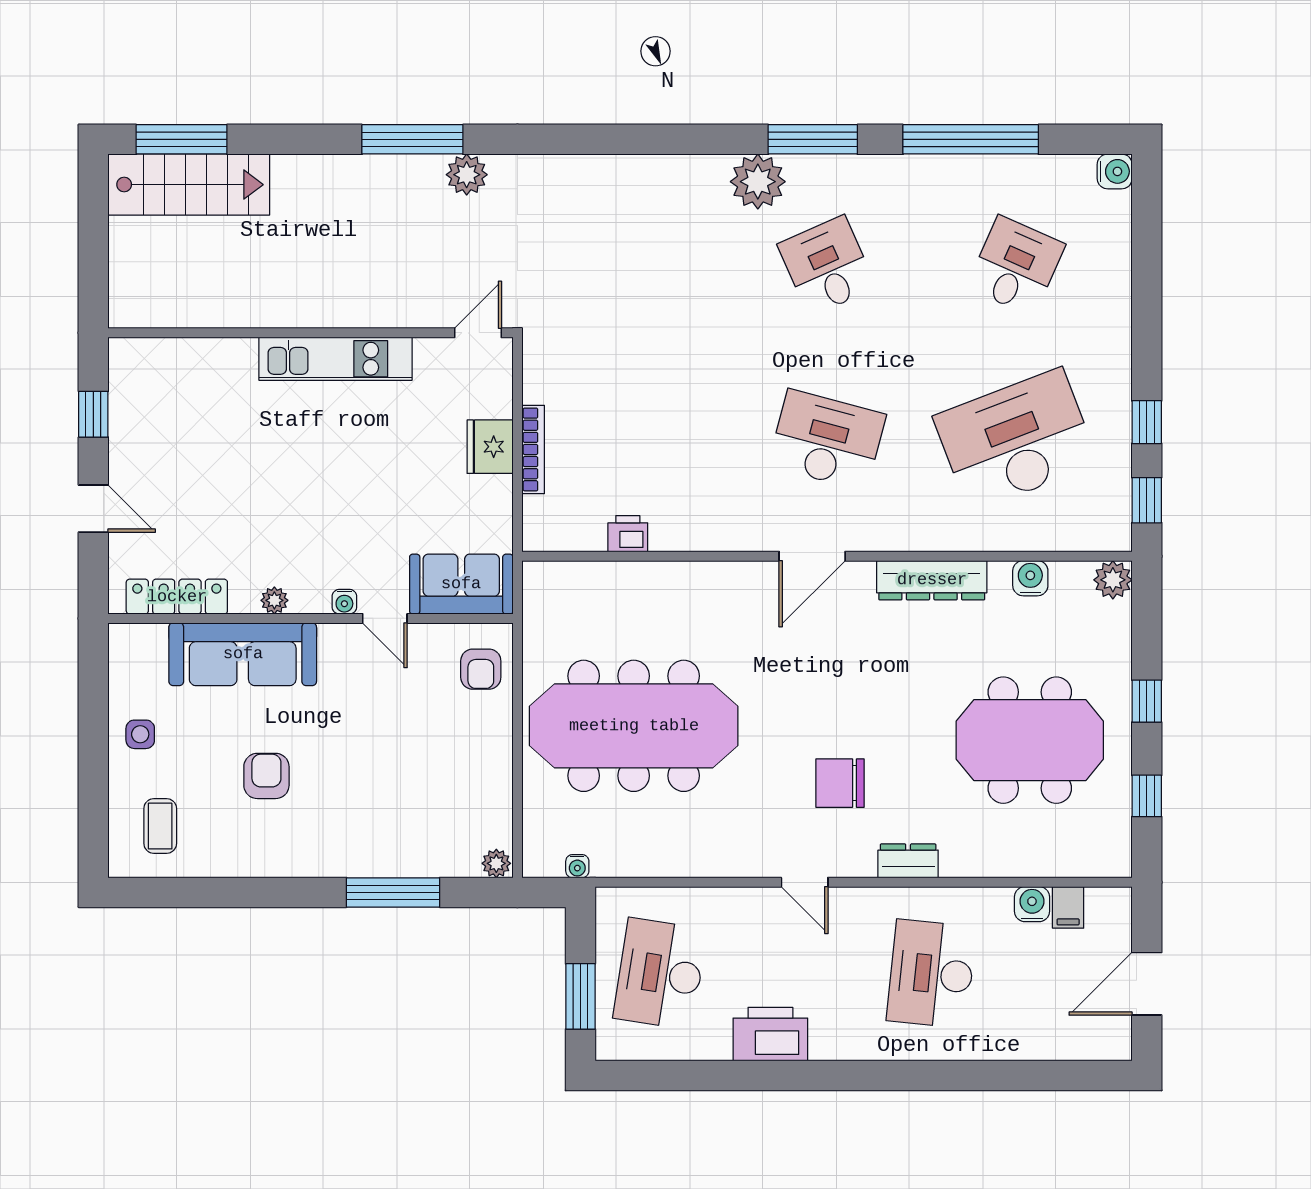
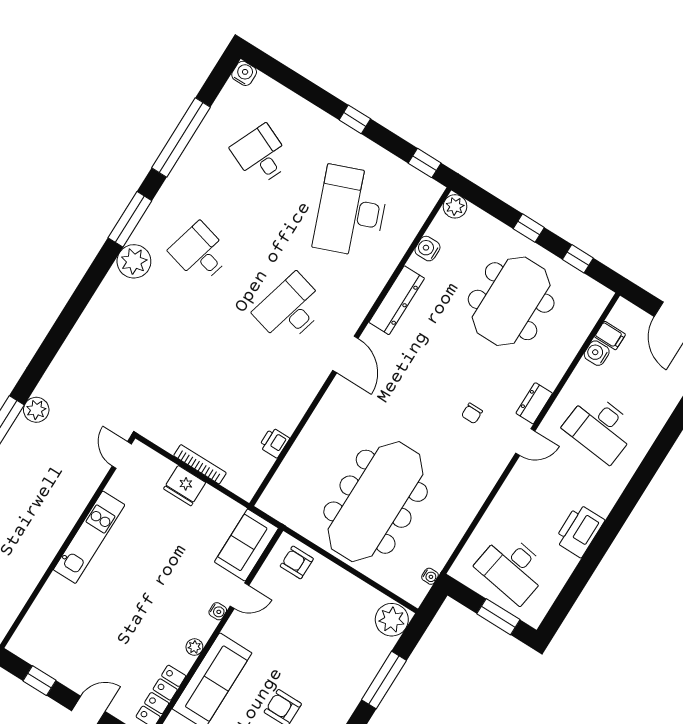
desk: (827, 266) -> (200, 253), turned 39
window: (1147, 422) -> (355, 119), moved
armchair: (481, 669) -> (297, 562), turned 180
chair: (840, 783) -> (472, 413), width x0.54, depth x0.54
plant: (496, 863) -> (392, 620), width x1.88, depth x1.88
door: (805, 882) -> (525, 442), moved

